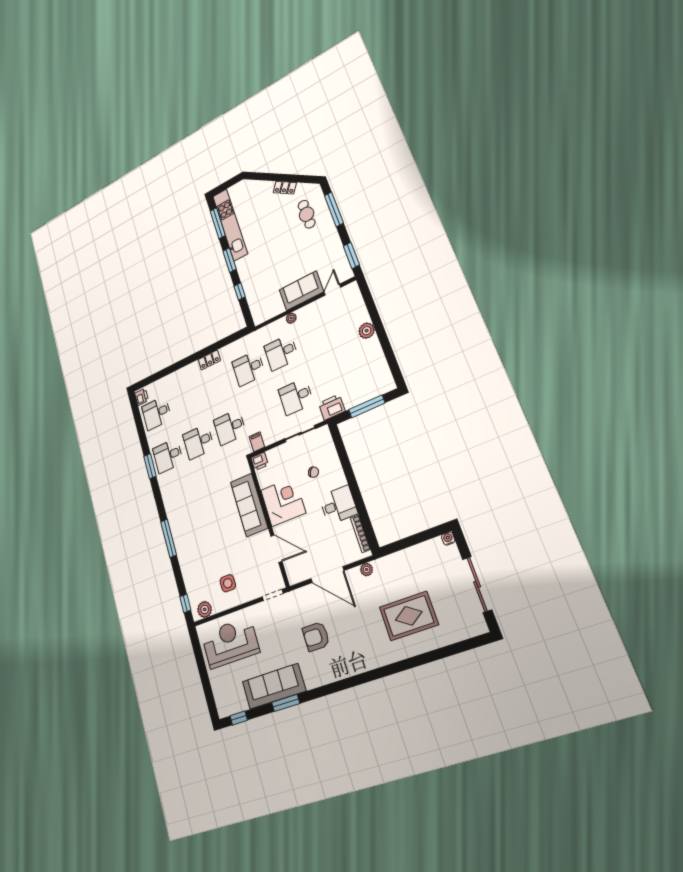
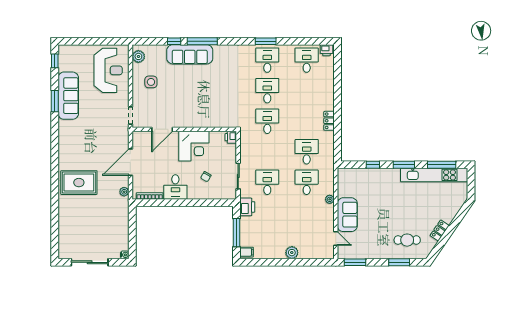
window: (334, 209) -> (399, 262), width x0.69
filing cabinet: (257, 442) -> (247, 252), moved
sofa: (249, 505) -> (190, 54), moved, turned 180
window: (185, 603) -> (174, 41), moved
rug: (409, 616) -> (79, 183), moved, turned 90
armchair: (316, 636) -> (92, 139), removed

